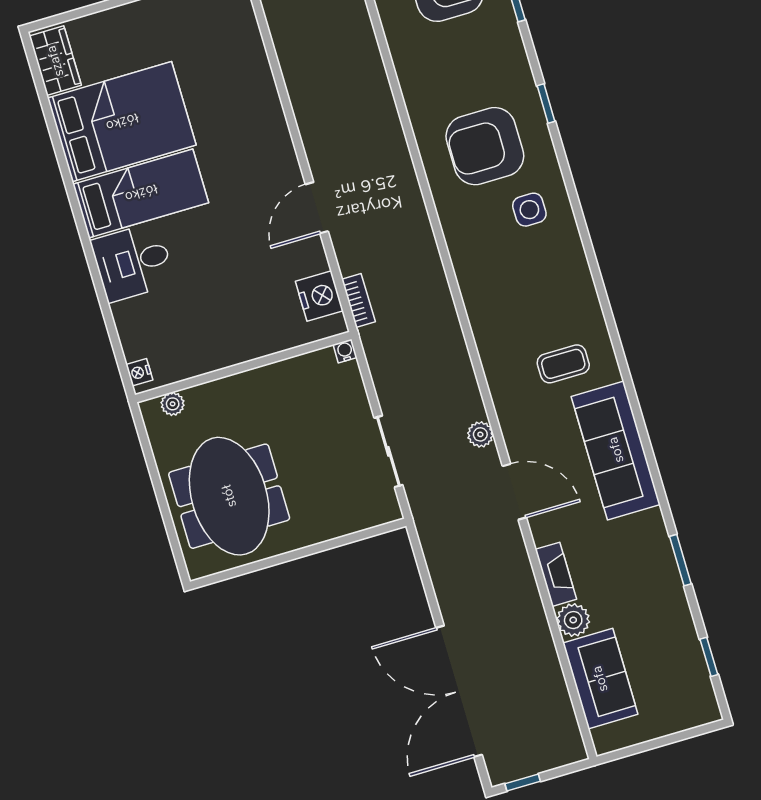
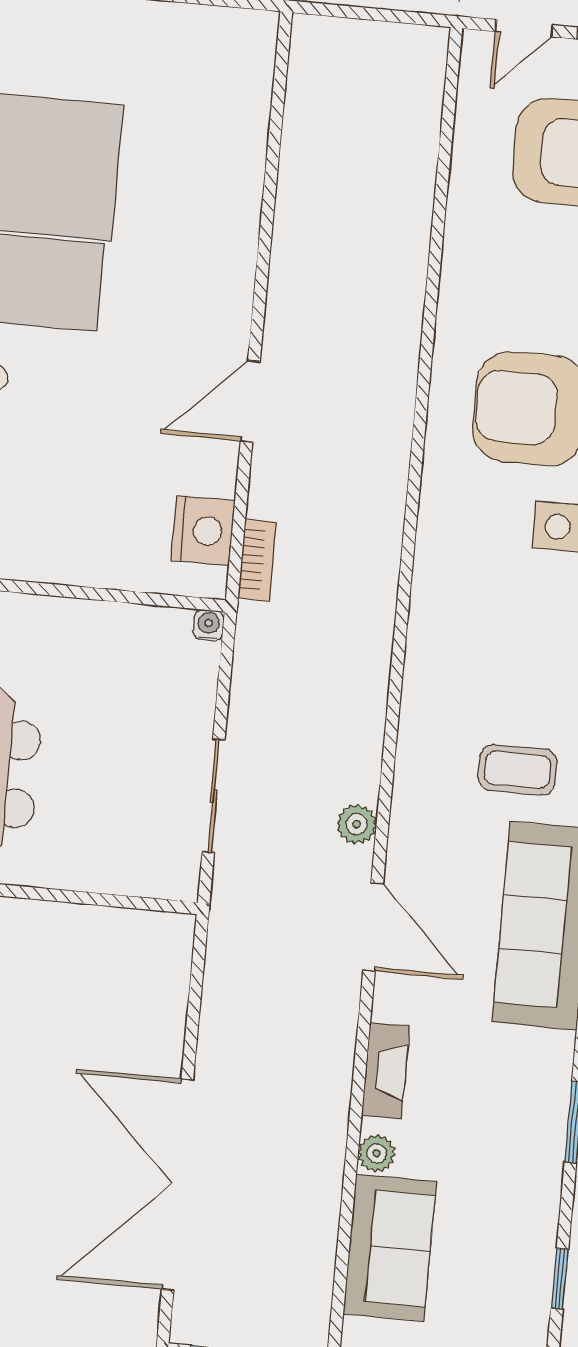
plant: (573, 620) -> (377, 1153), width x0.73, depth x0.73

